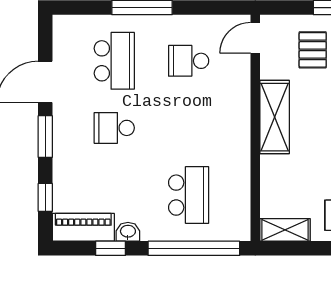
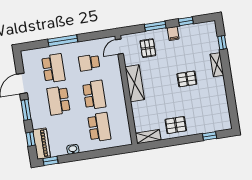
school desk: (114, 128) -> (58, 100), width x1.85
school desk: (189, 128) -> (94, 95), added
piano: (83, 227) -> (42, 144), moved, turned 90
window: (110, 248) -> (50, 161), moved
window: (194, 248) -> (106, 152), removed

